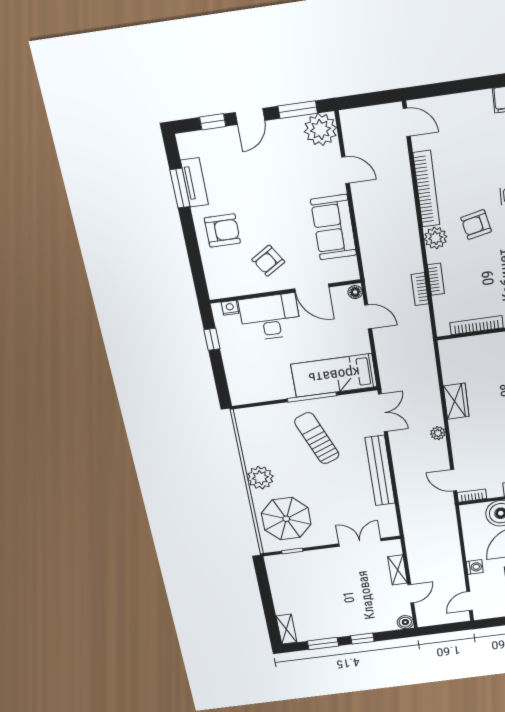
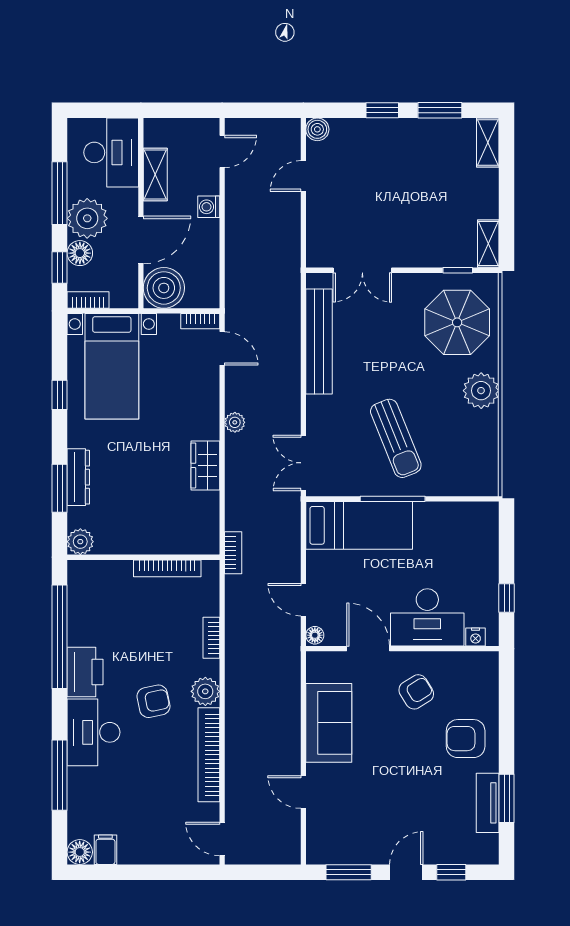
plant: (320, 130) -> (326, 845), removed
bookcase: (420, 289) -> (233, 553), moved
bench: (380, 471) -> (319, 341), moved
shelving: (398, 570) -> (488, 244), moved

